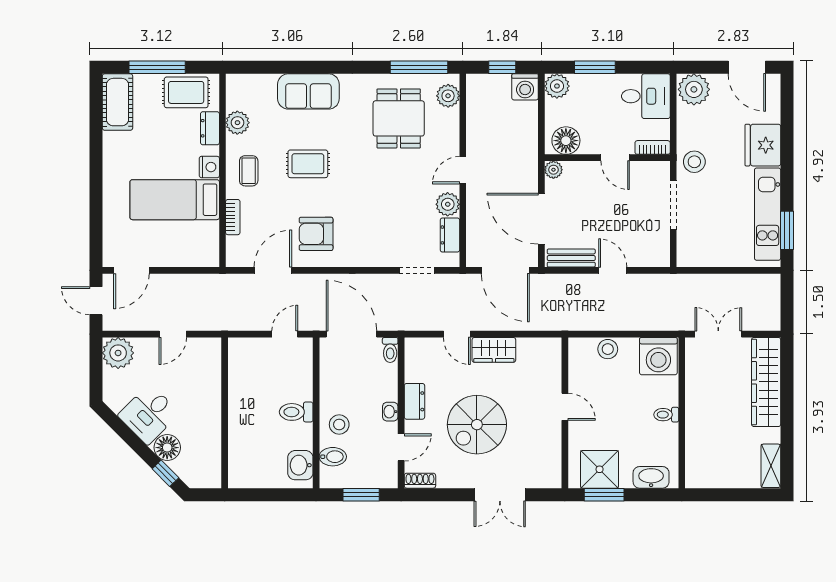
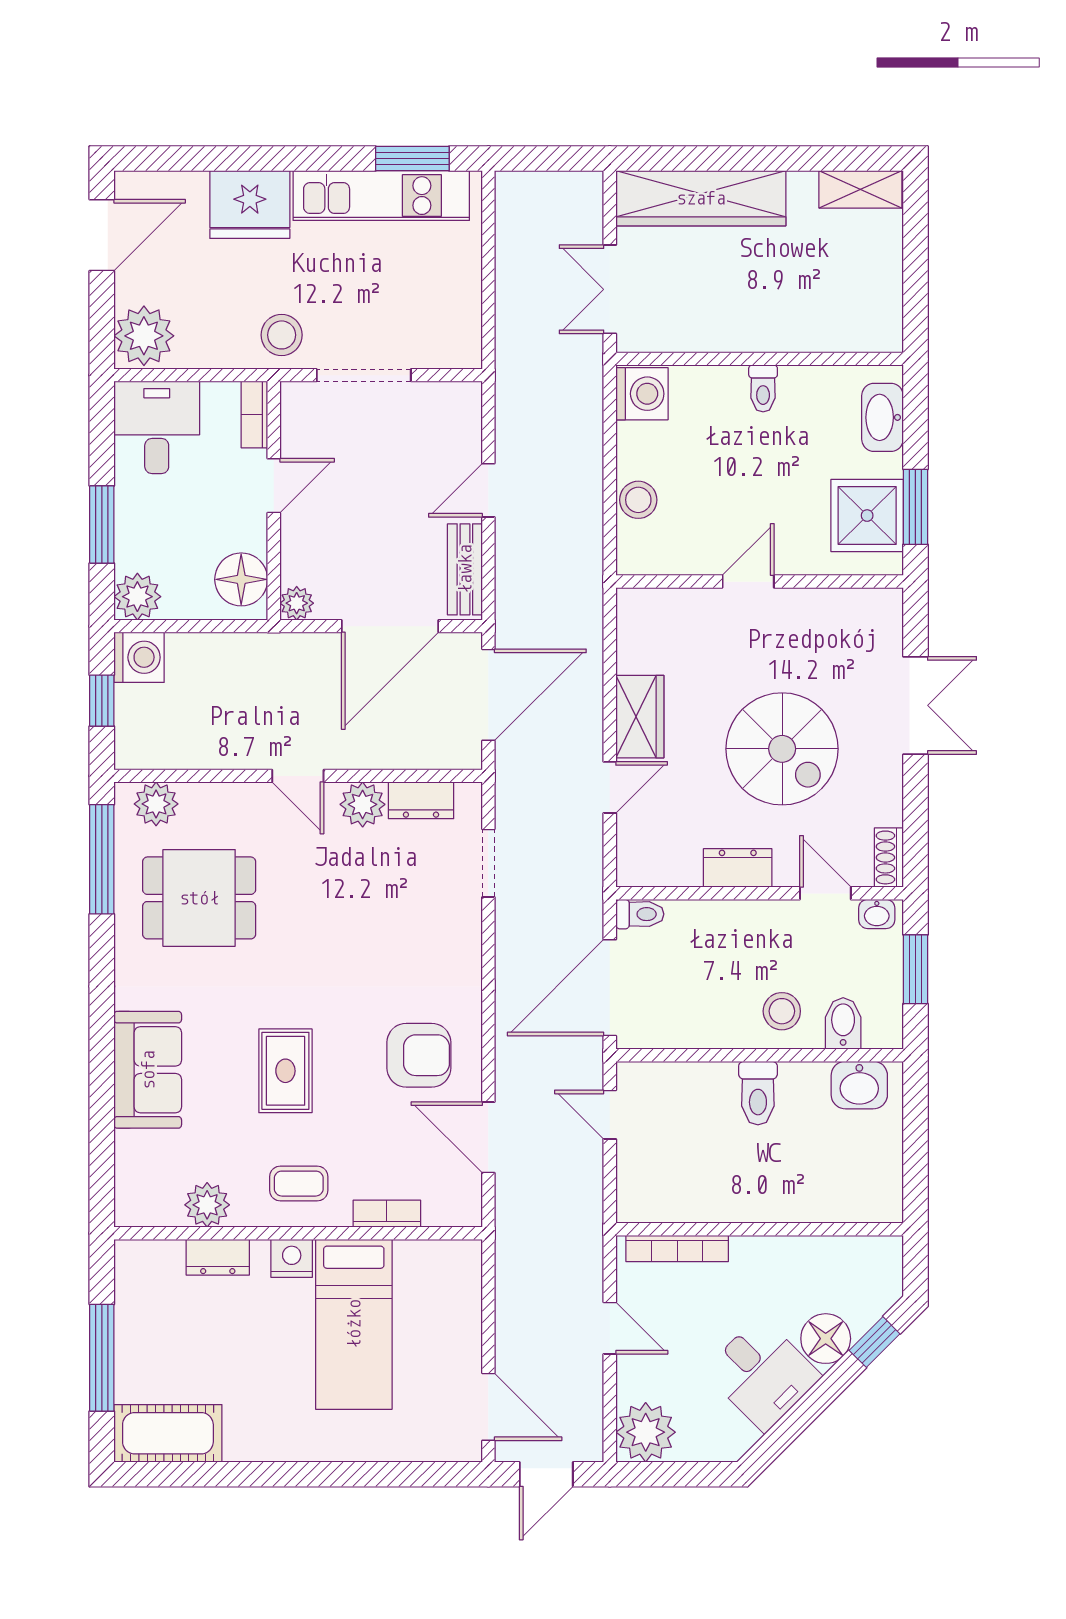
rug: (186, 92) -> (150, 1303), removed
armchair: (316, 234) -> (419, 1055), turned -90
washing machine: (658, 356) -> (642, 394), width x0.73, depth x0.73
bookcase: (215, 369) -> (677, 1248), added
washbasin: (390, 412) -> (877, 914), moved

